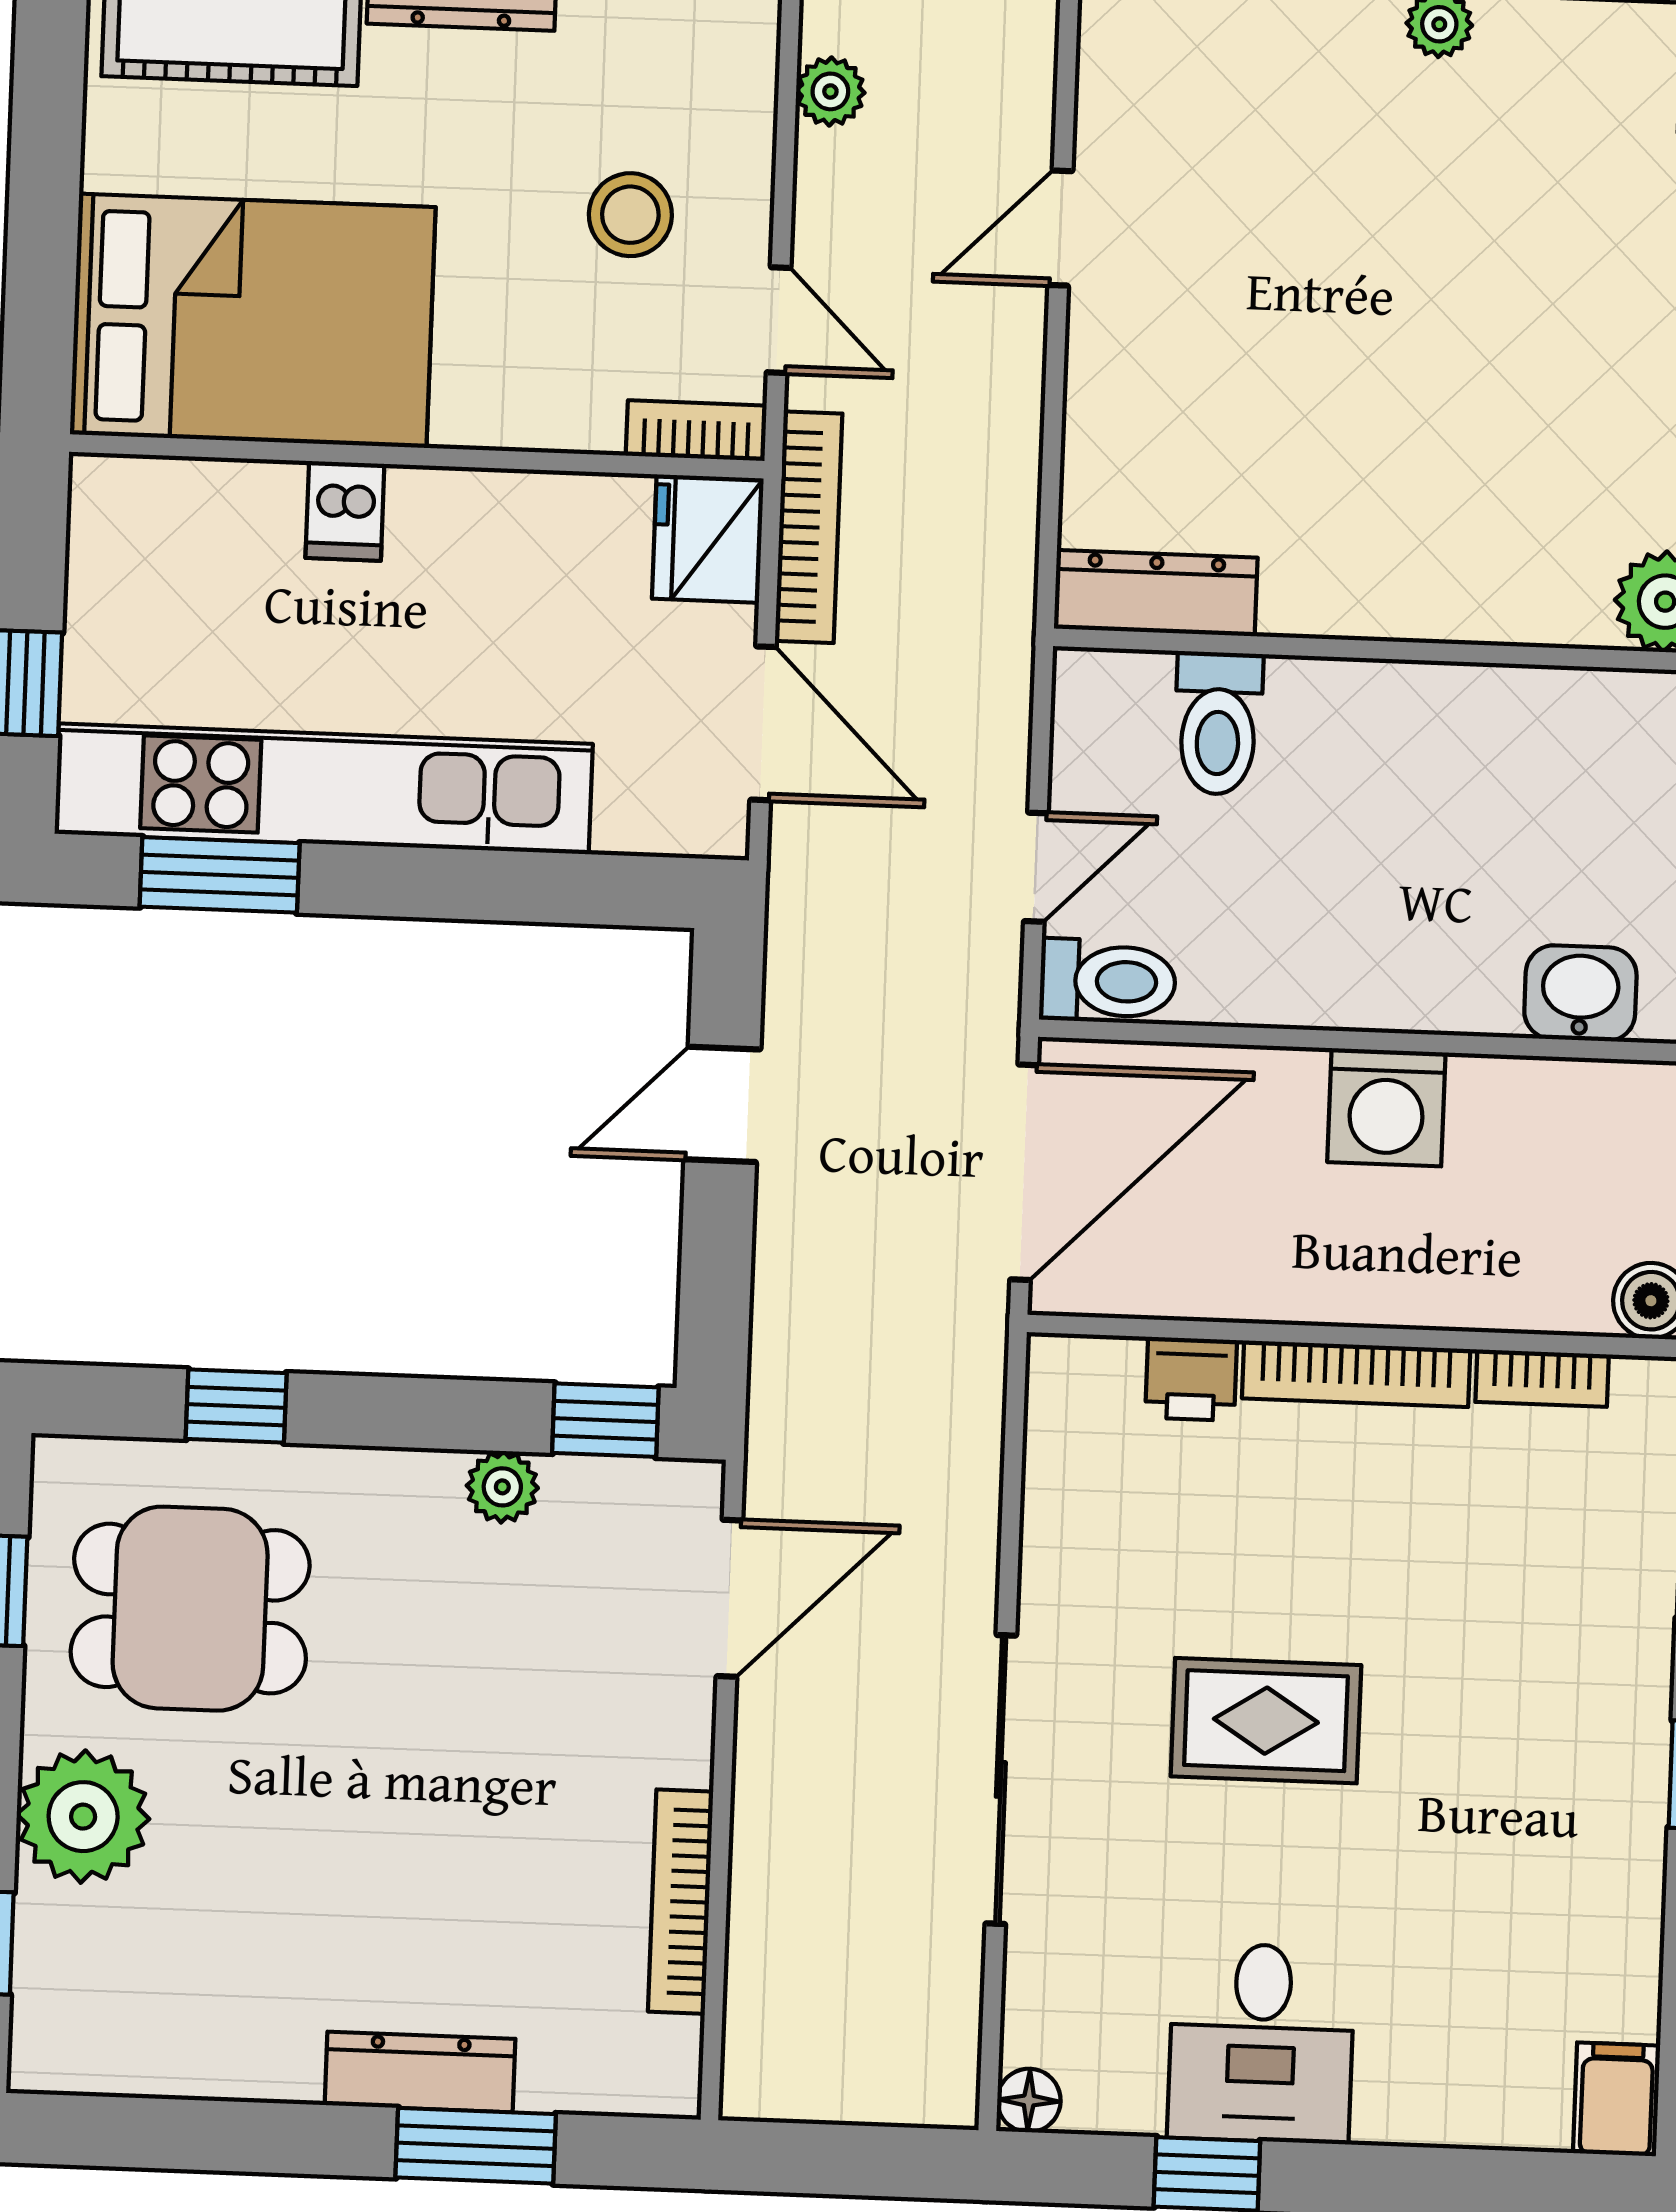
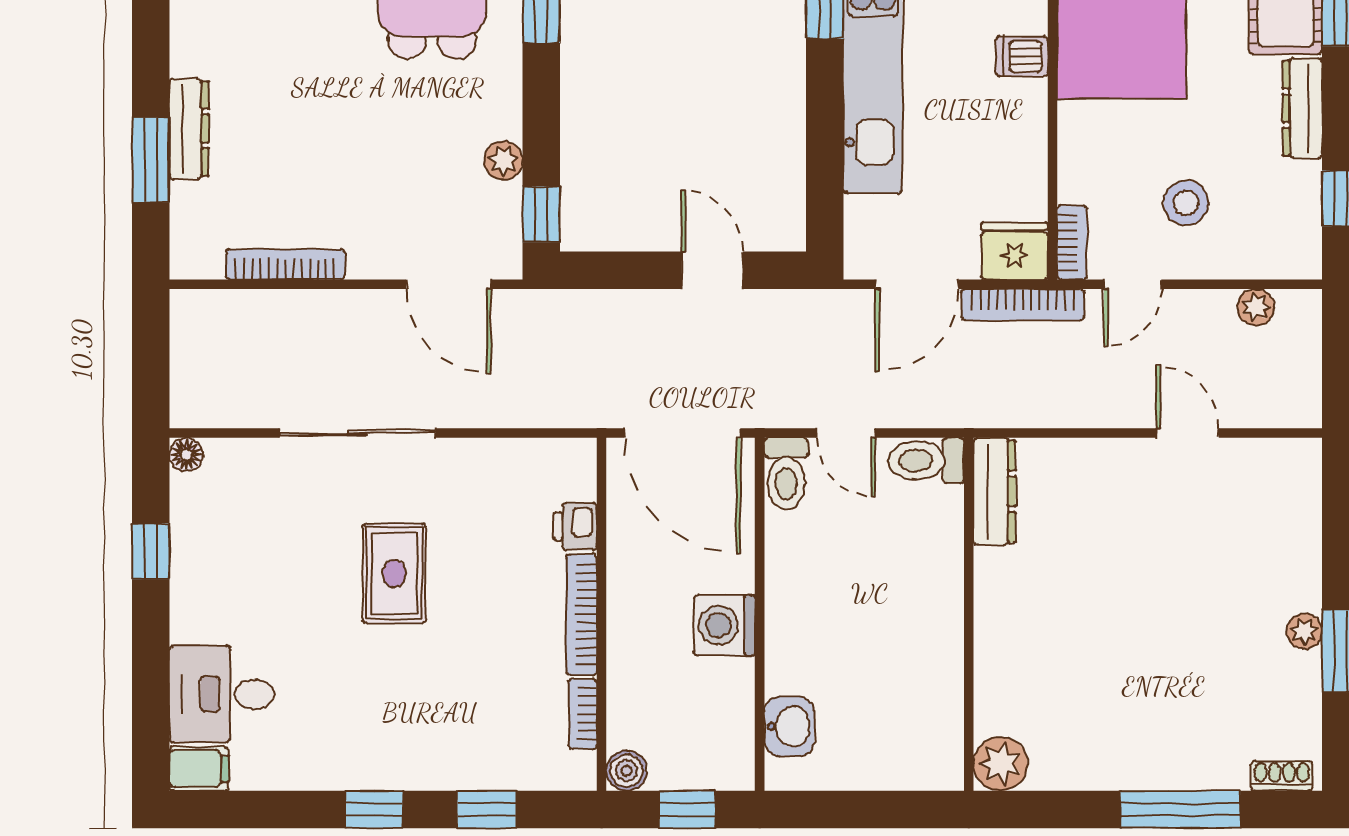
toilet: (1218, 723) -> (926, 461), moved
desk: (1261, 2043) -> (222, 694), moved

